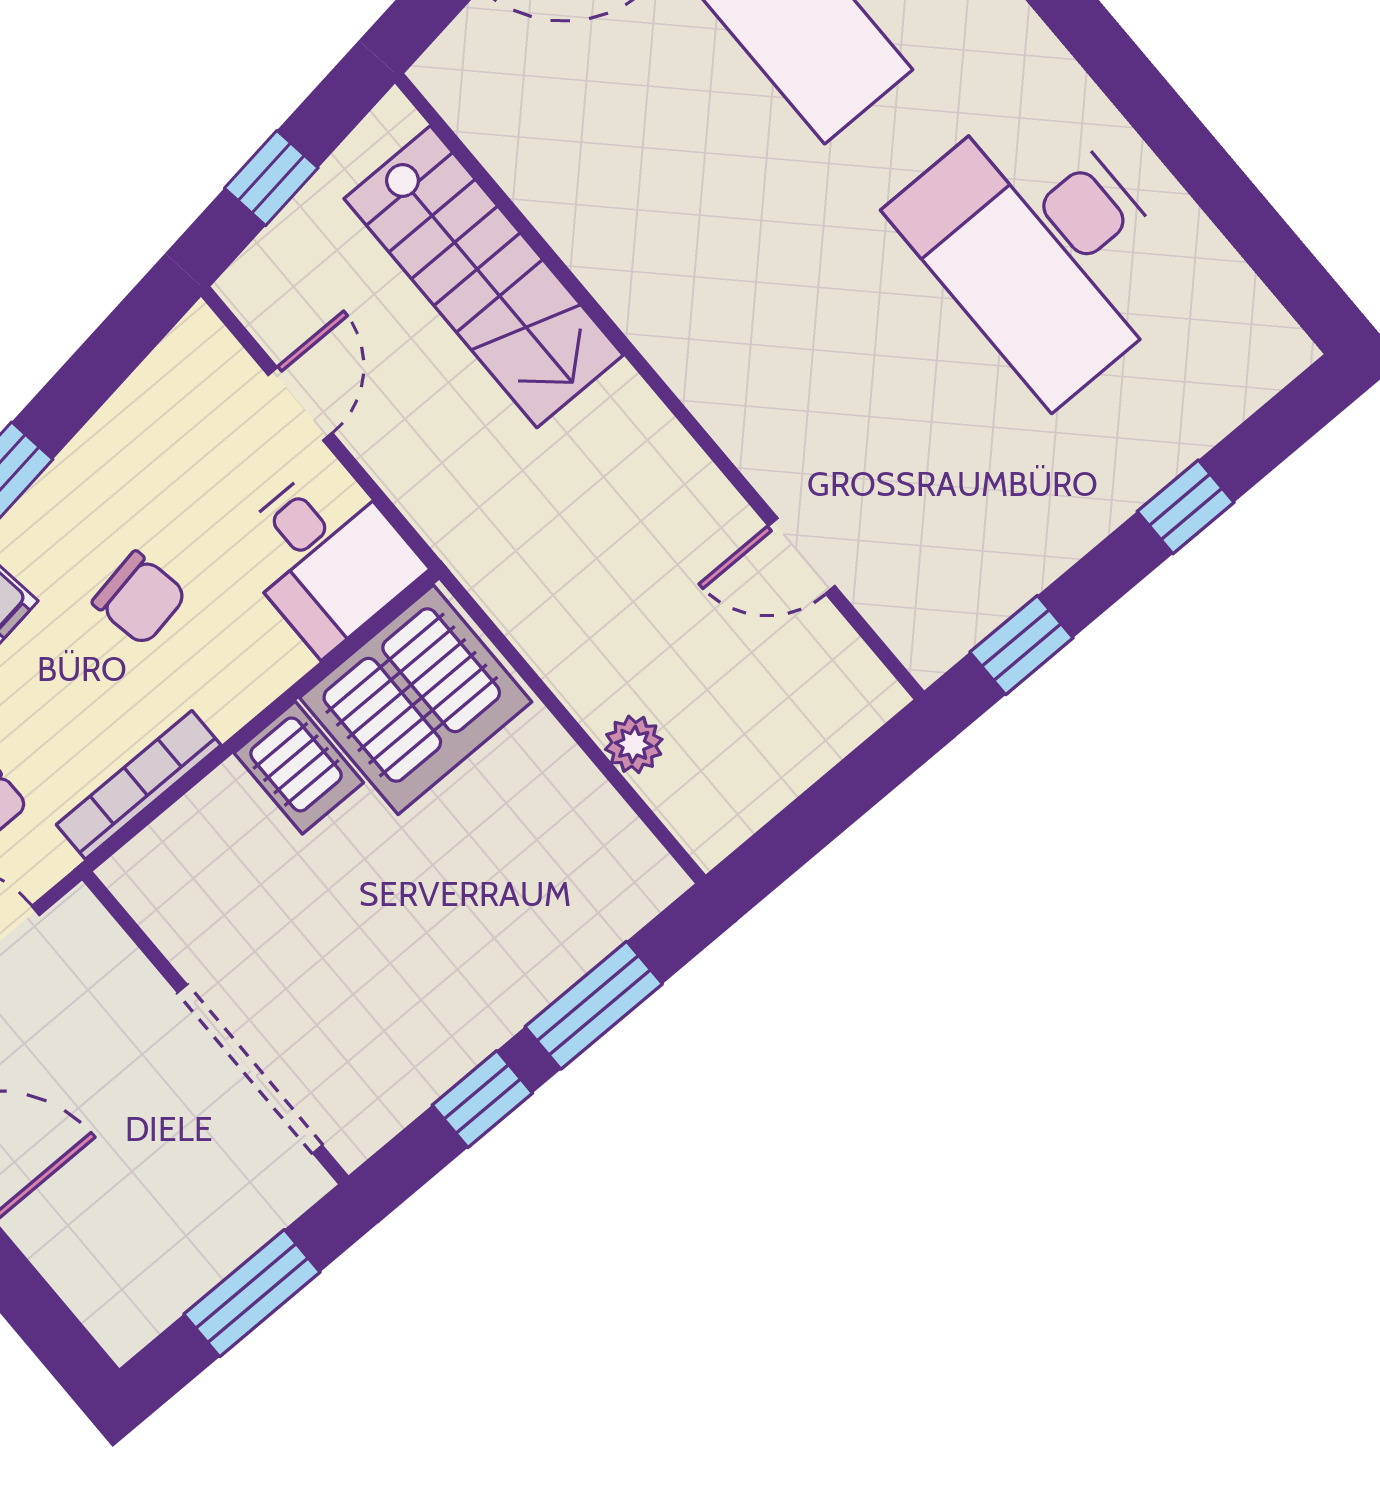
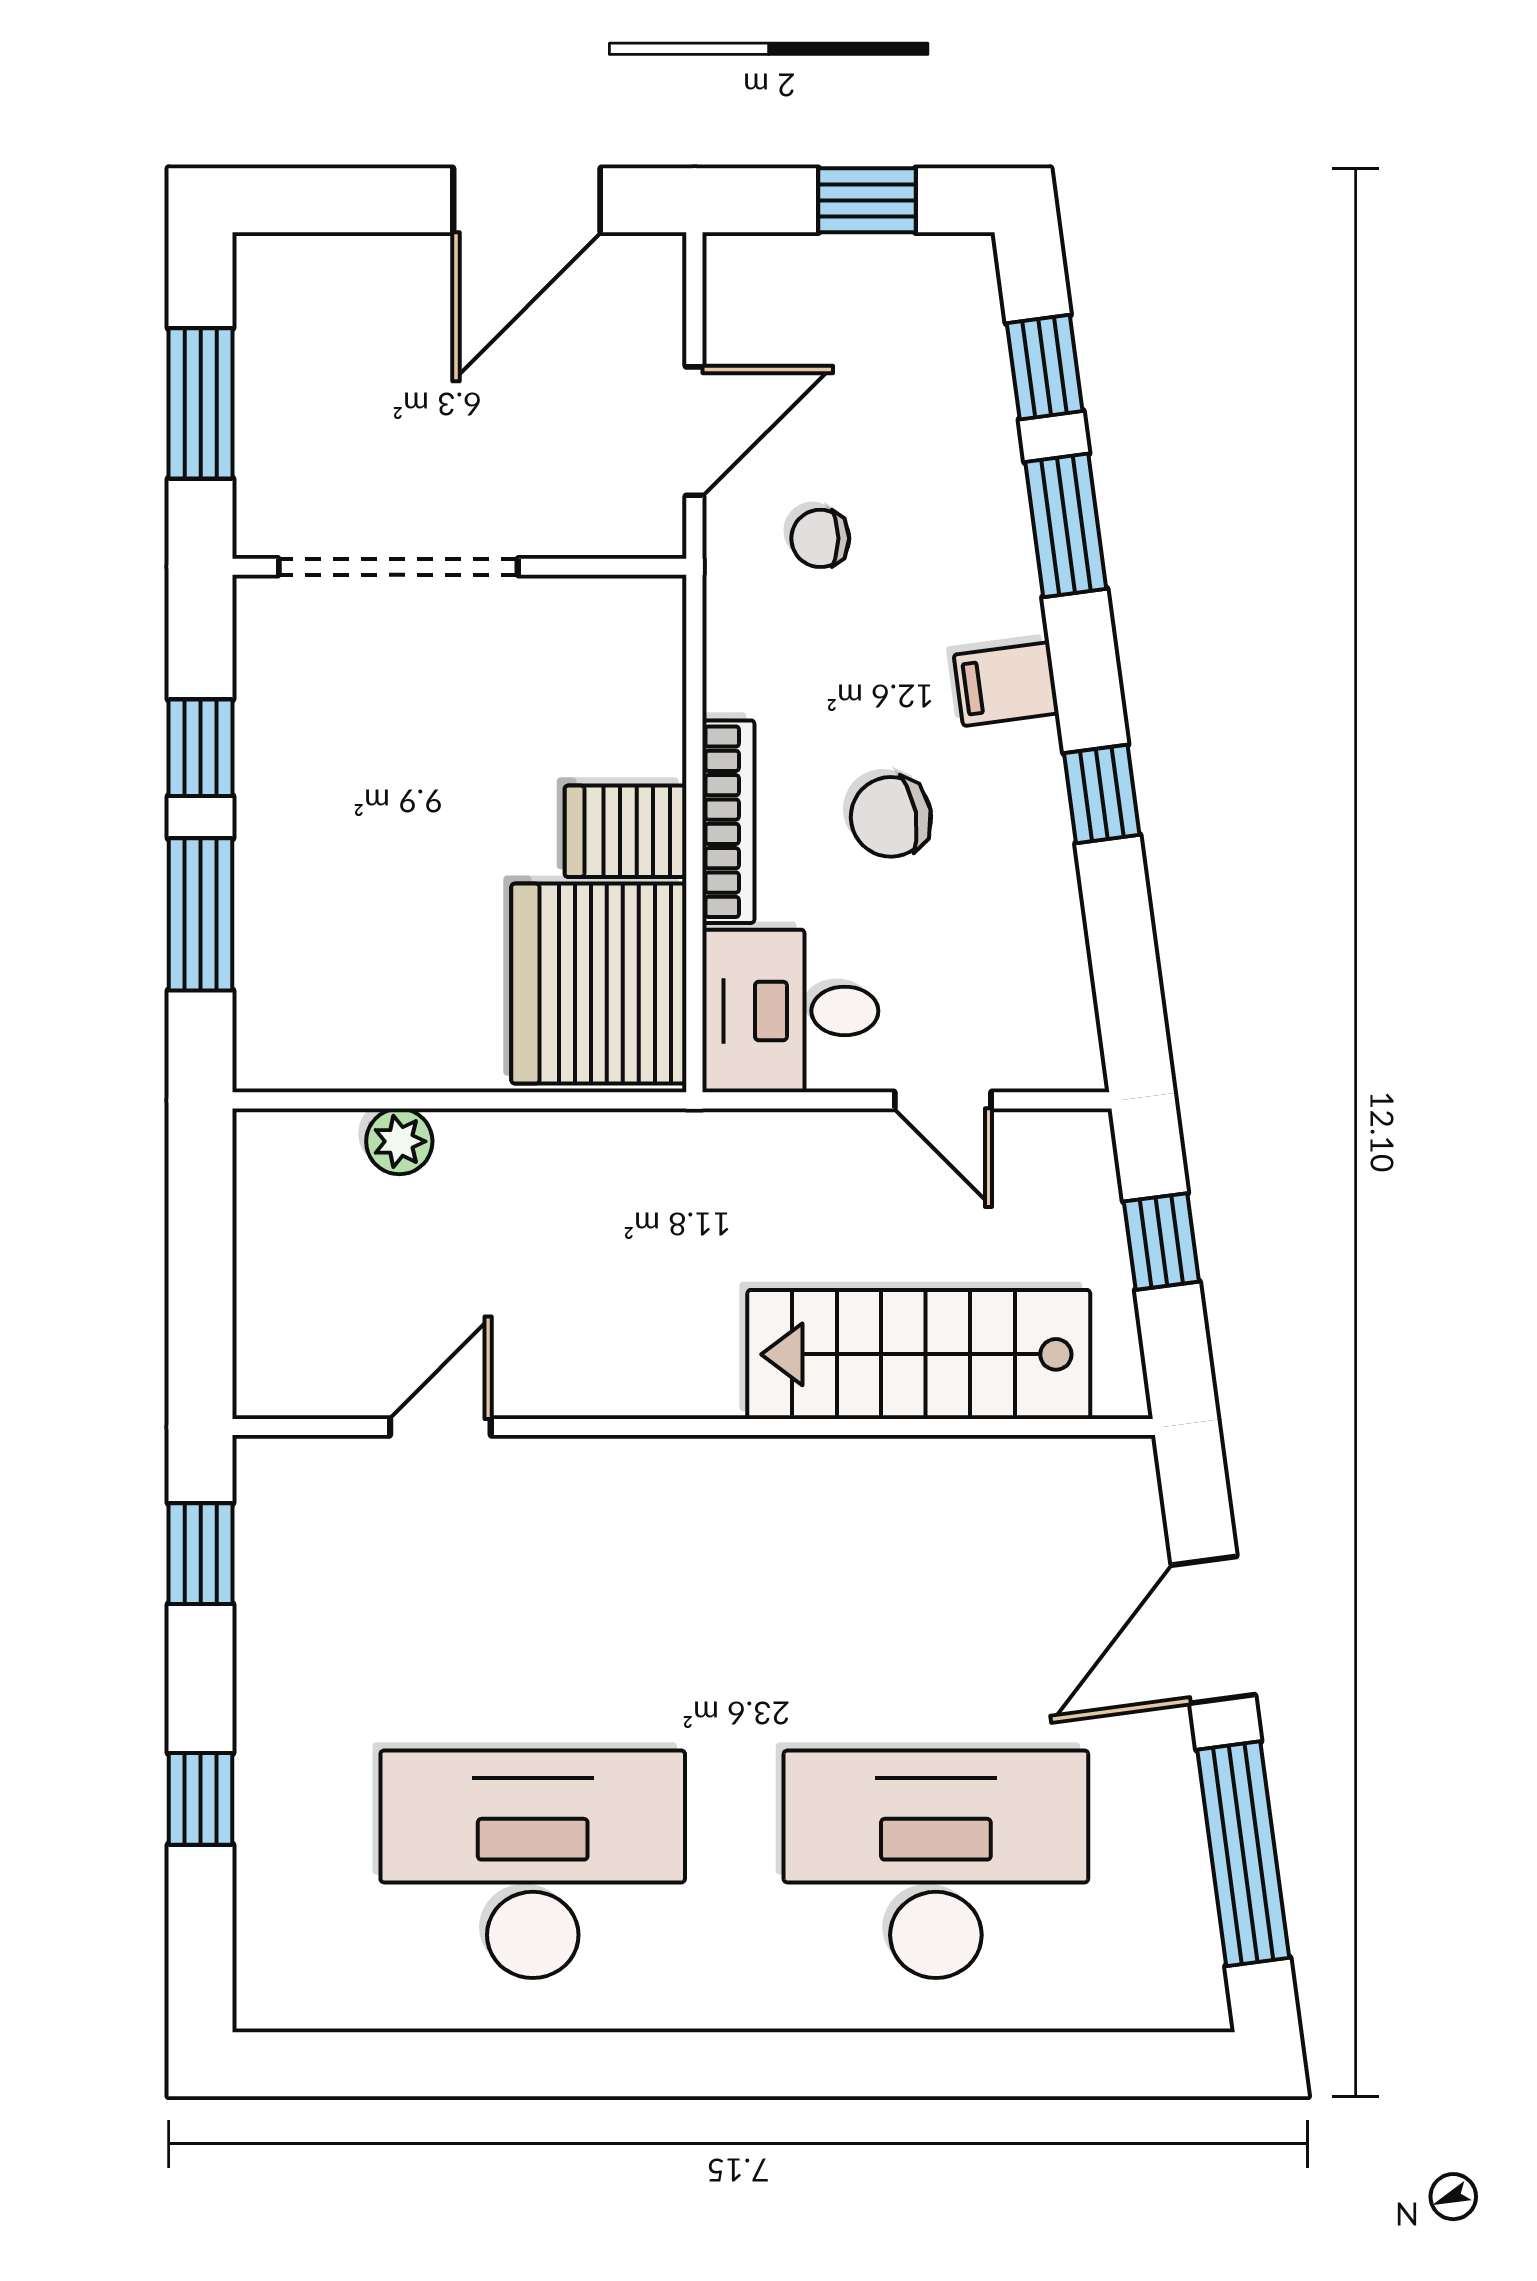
bookcase: (139, 785) -> (728, 822), moved

